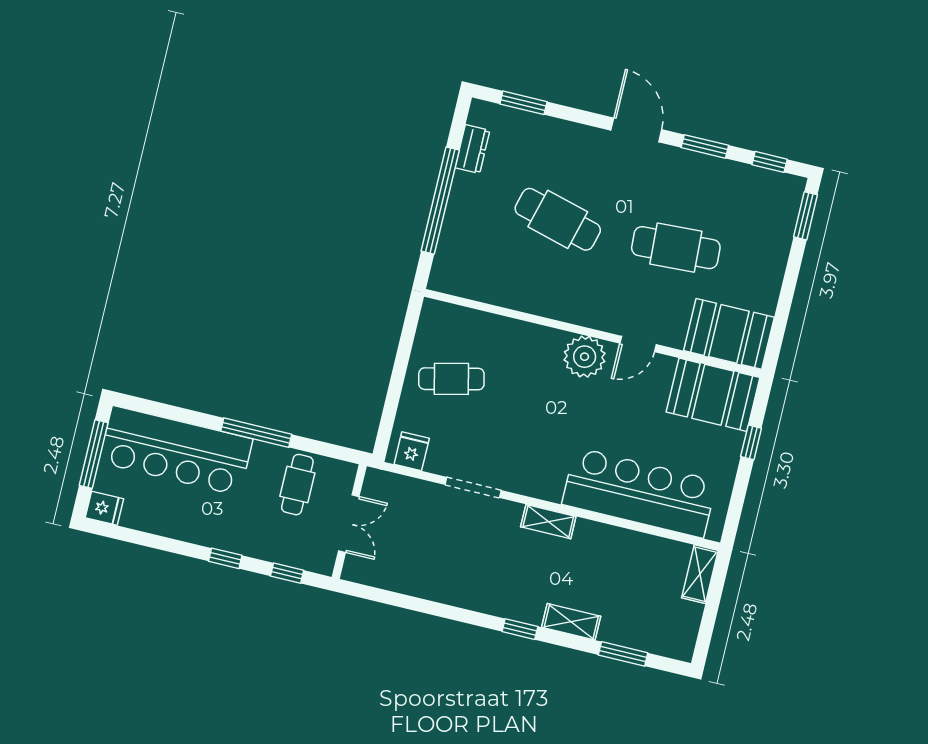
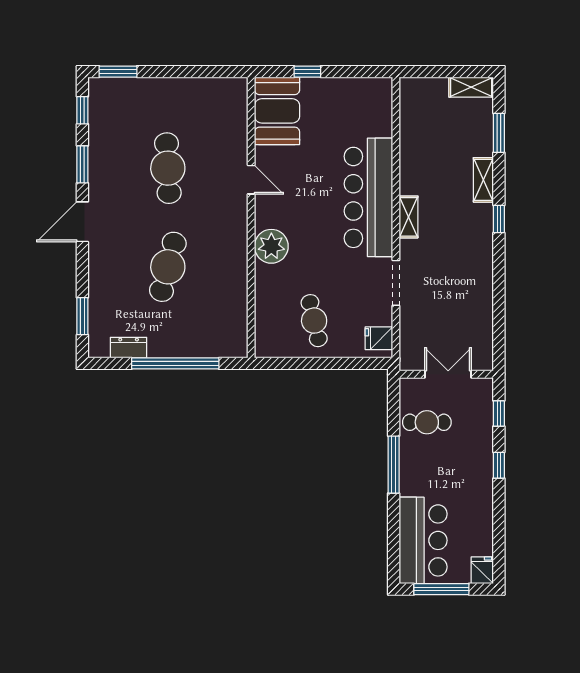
booth: (729, 334) -> (226, 110), removed
plant: (585, 357) -> (271, 246), moved
bar counter: (176, 451) -> (423, 540), width x0.73
bar counter: (639, 493) -> (368, 197), moved
shelving: (700, 574) -> (471, 87), moved

